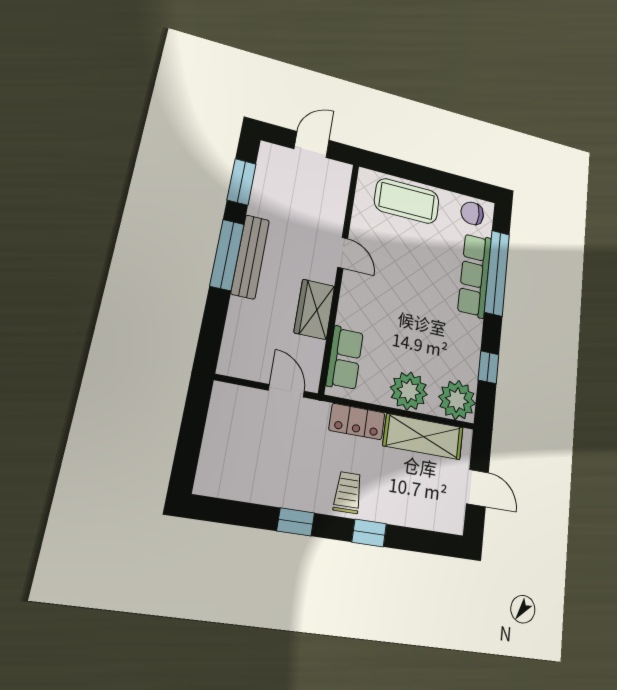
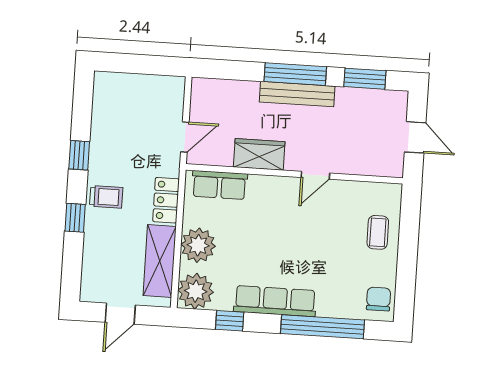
coffee table: (407, 201) -> (378, 232), width x0.54, depth x0.58
row of seats: (475, 275) -> (275, 301), moved

